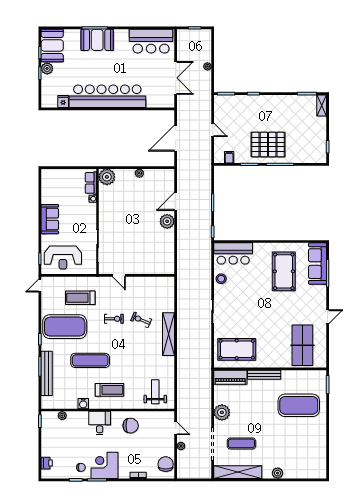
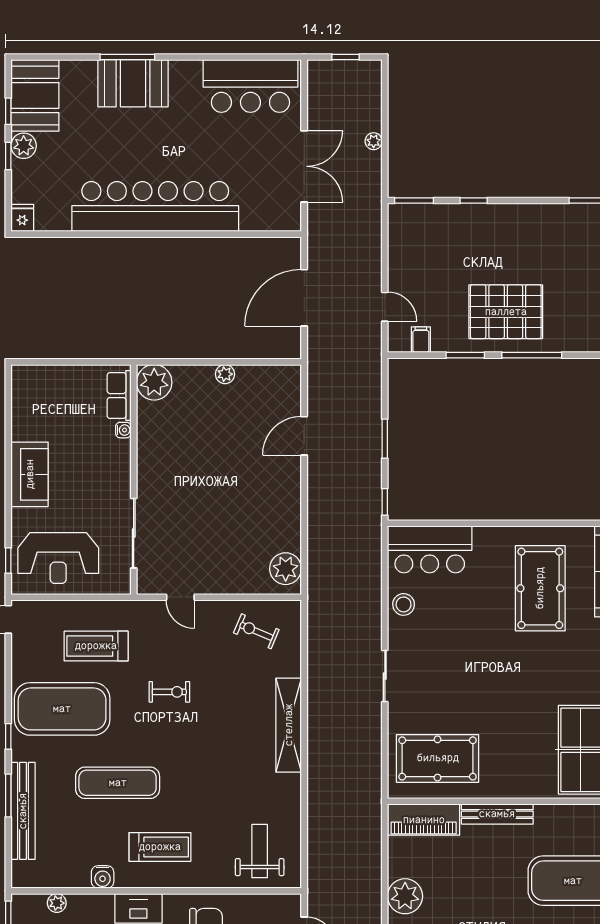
fridge: (63, 102) -> (22, 218), moved
door: (213, 130) -> (385, 307), moved
plant: (167, 221) -> (286, 569), moved
exercise bike: (141, 320) -> (256, 631), moved

